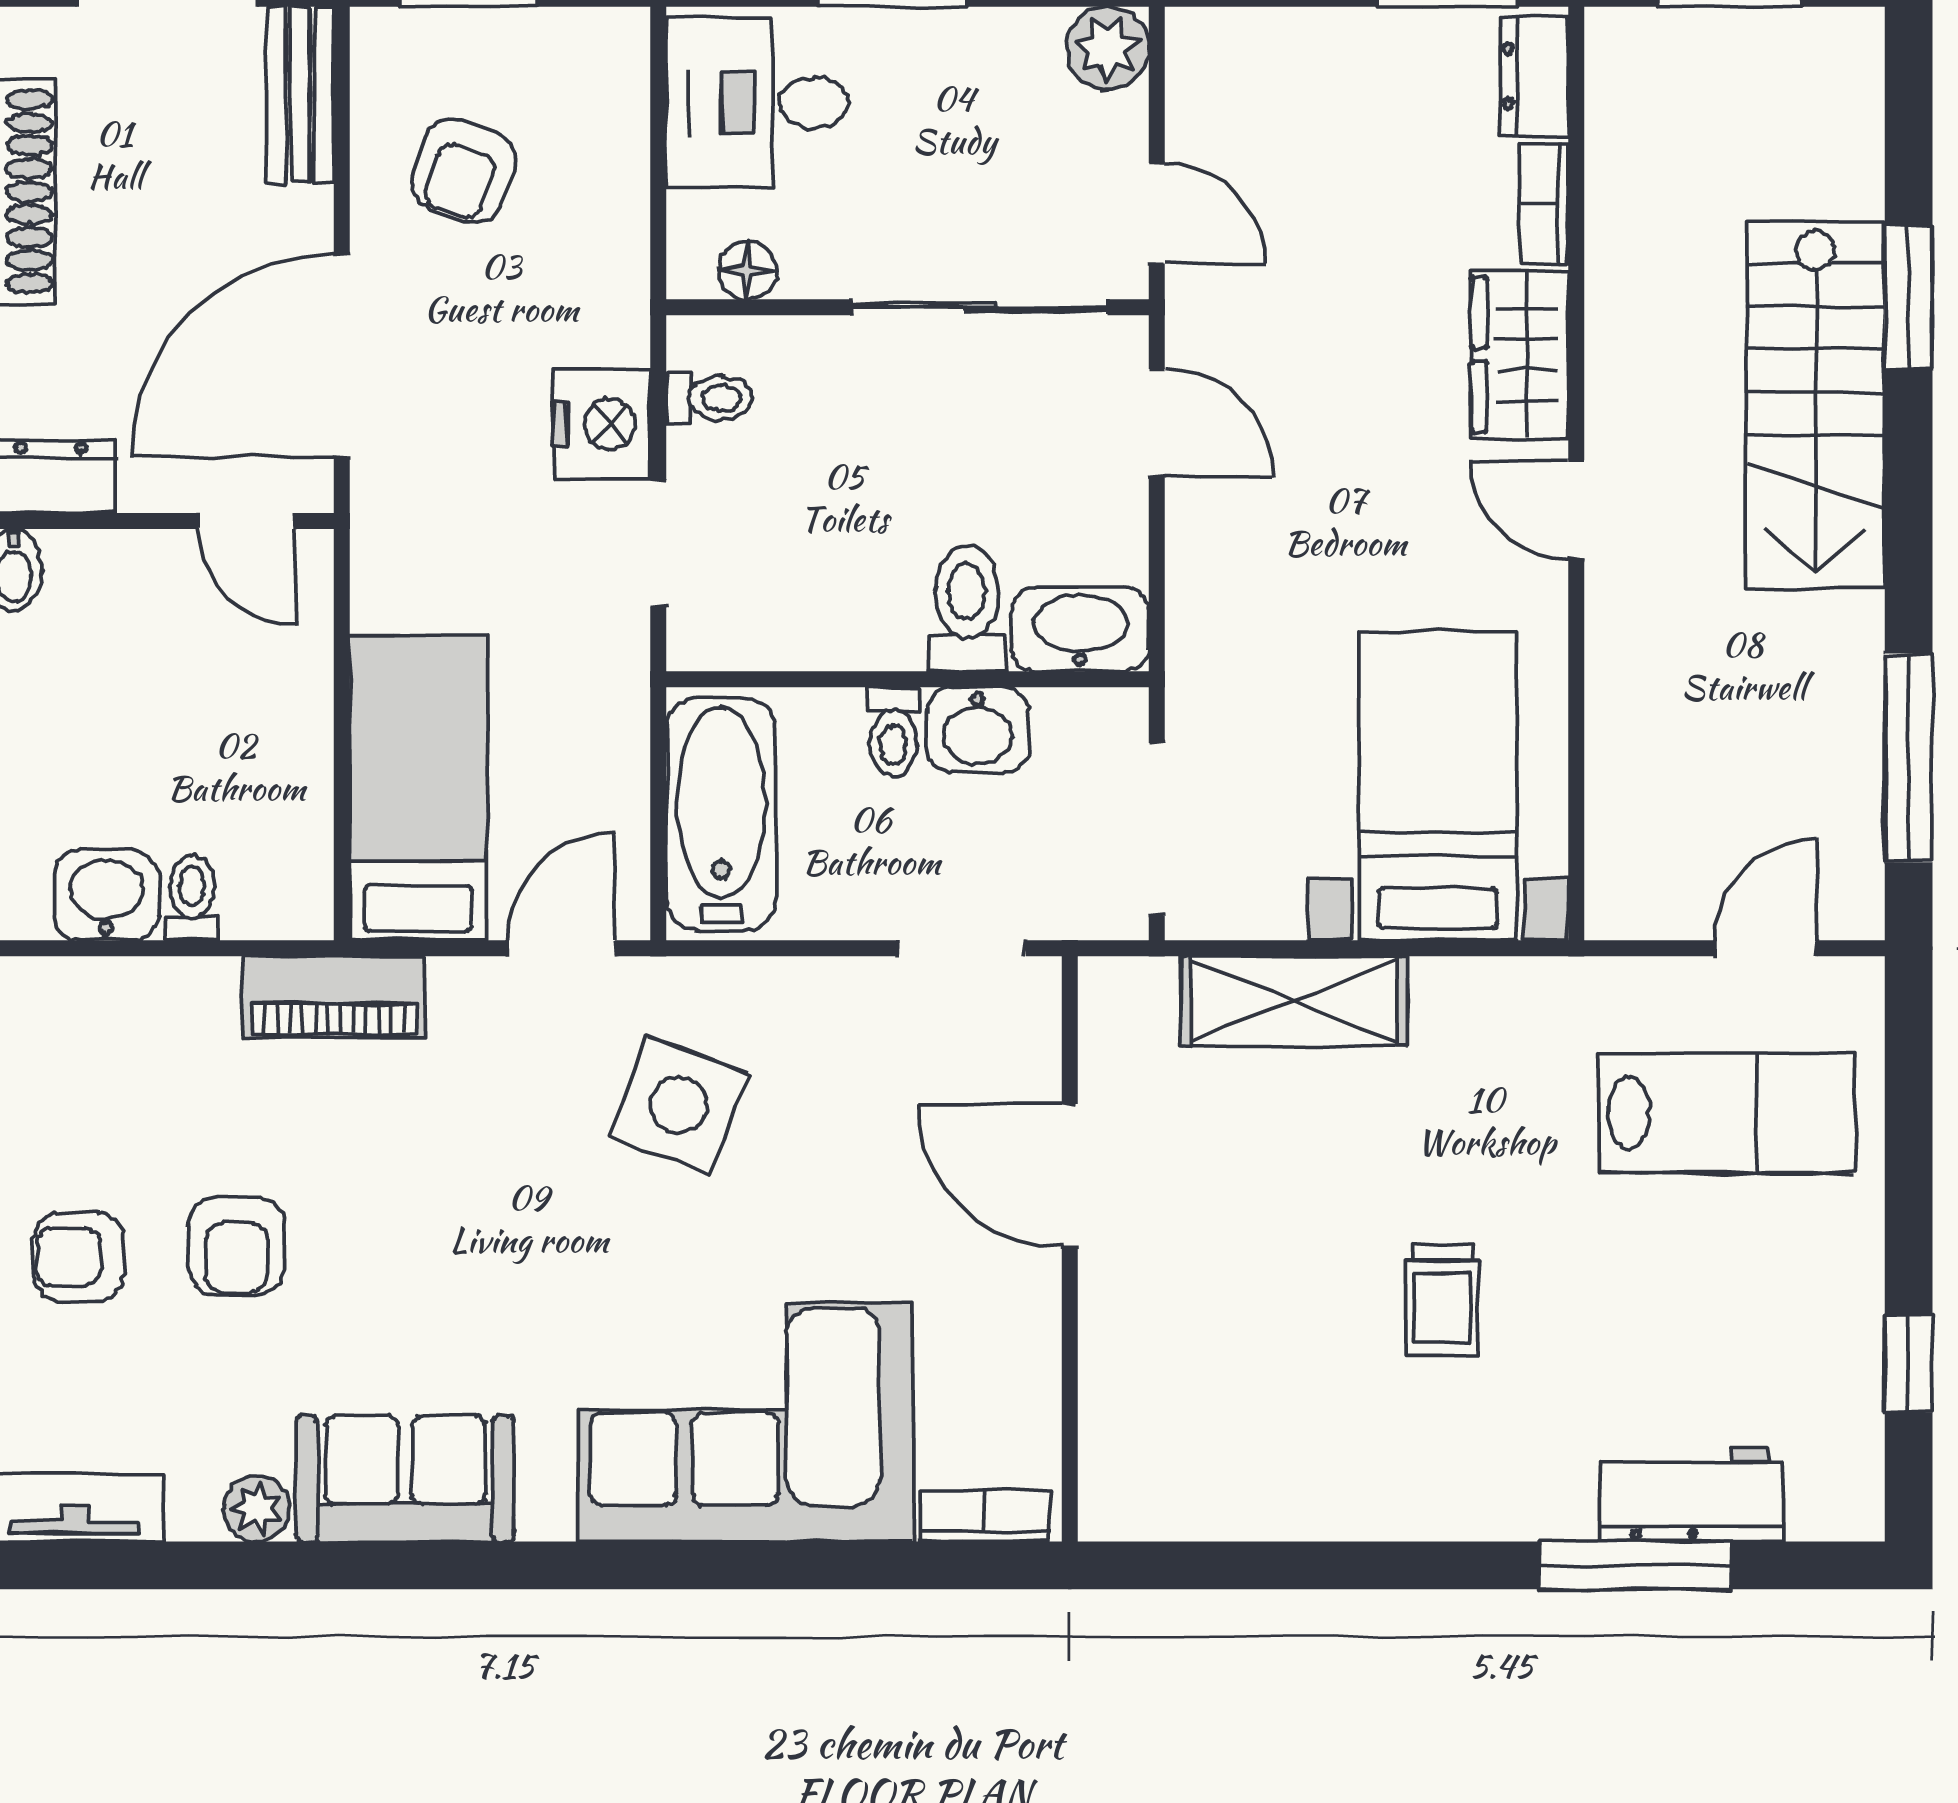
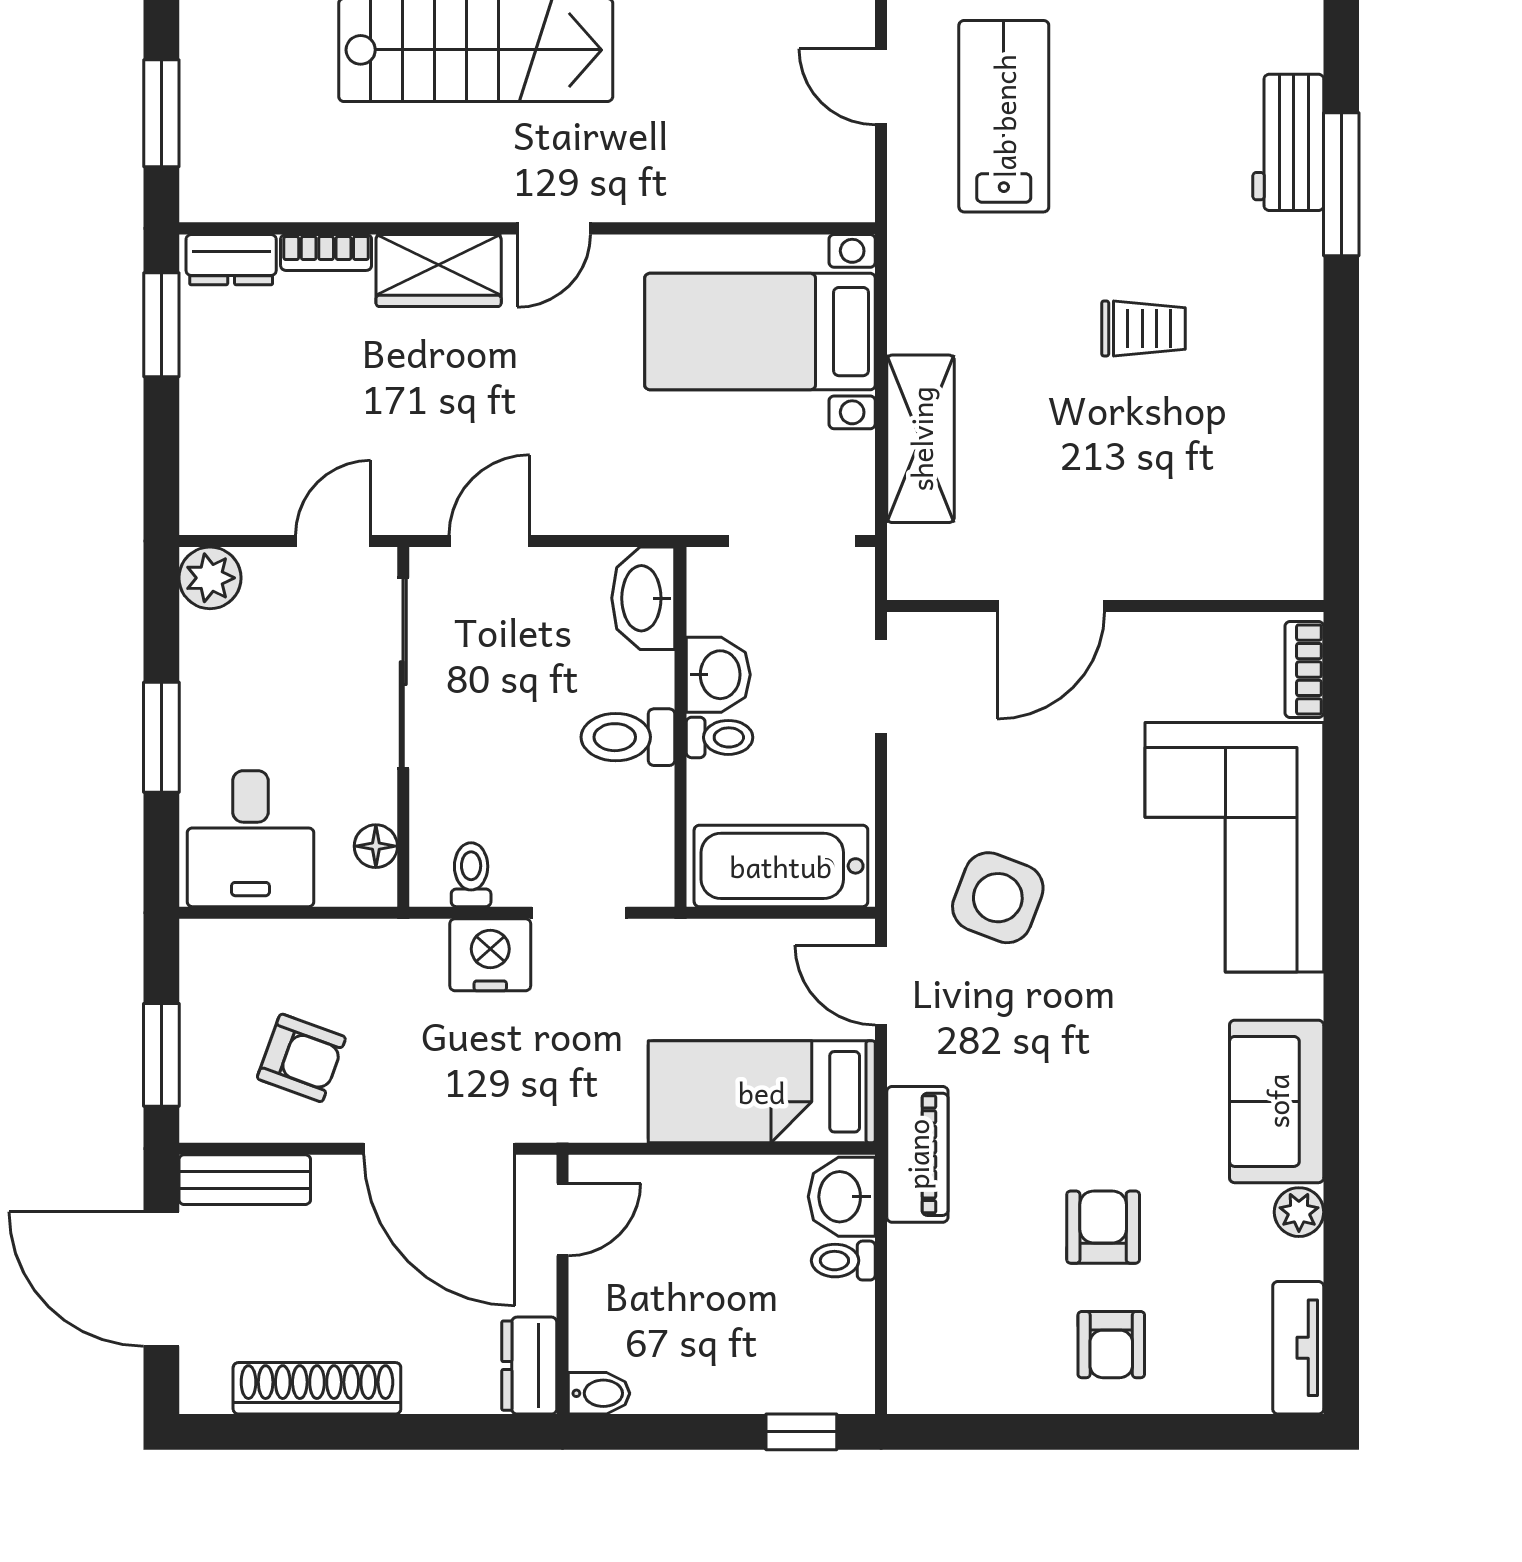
toilet: (967, 609) -> (628, 737), moved
washbasin: (106, 895) -> (842, 1197), moved
armchair: (237, 1246) -> (1103, 1227), turned -90

